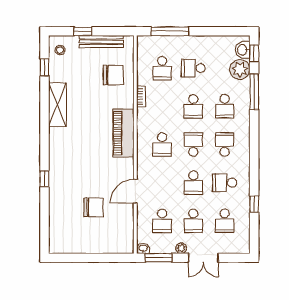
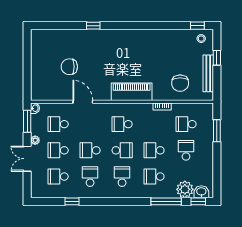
window: (170, 31) -> (217, 131), width x0.69
window: (44, 67) -> (197, 26), moved
shelving: (57, 105) -> (155, 36), removed
school desk: (225, 144) -> (122, 177), turned -90
chair: (94, 207) -> (69, 67), turned 90

